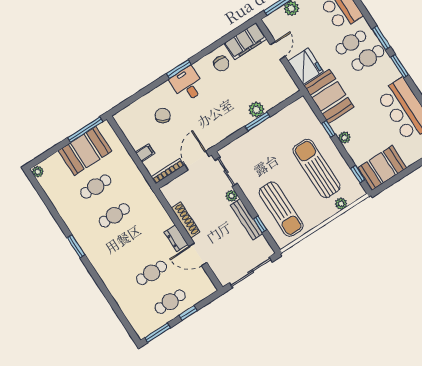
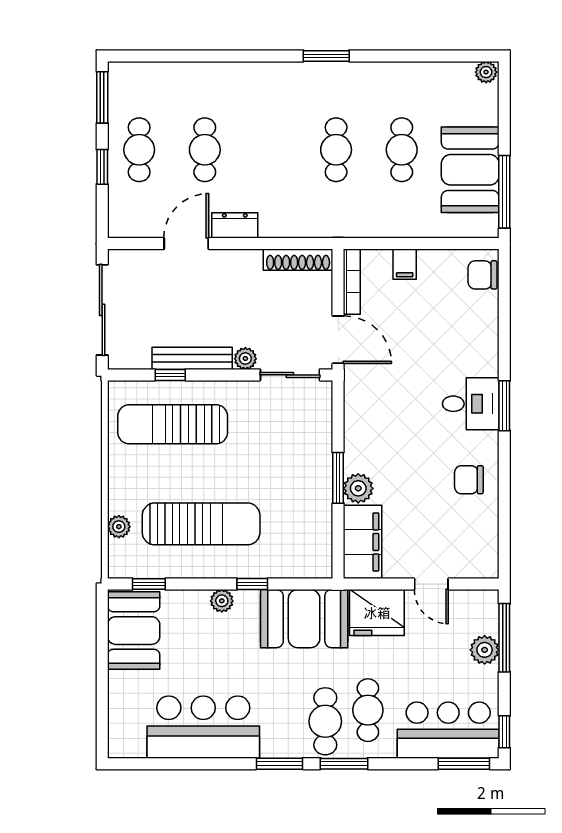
filing cabinet: (245, 41) -> (363, 542), moved, turned 180
chair: (163, 116) -> (483, 275), moved, turned 148
shoe rack: (186, 220) -> (298, 260), moved

